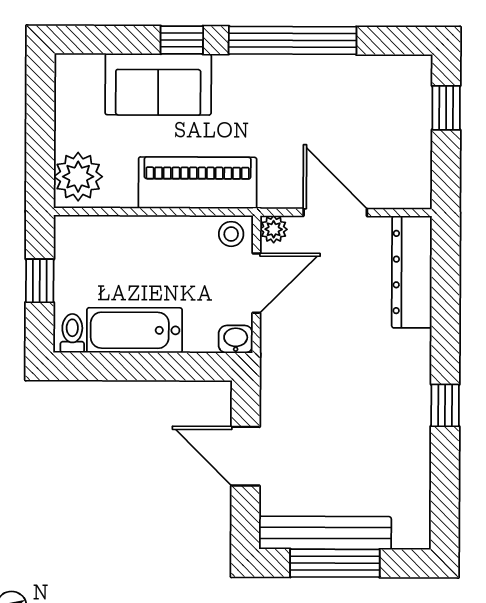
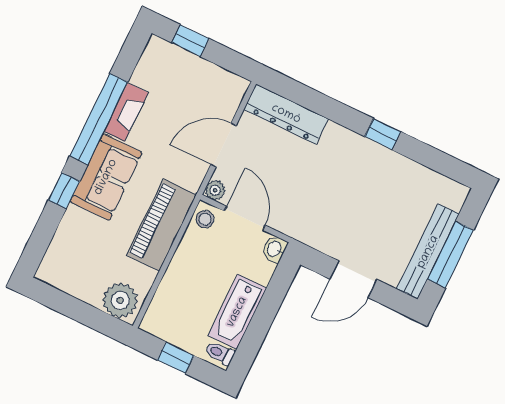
fireplace: (318, 70) -> (126, 112), added
sofa: (158, 84) -> (106, 177), moved

